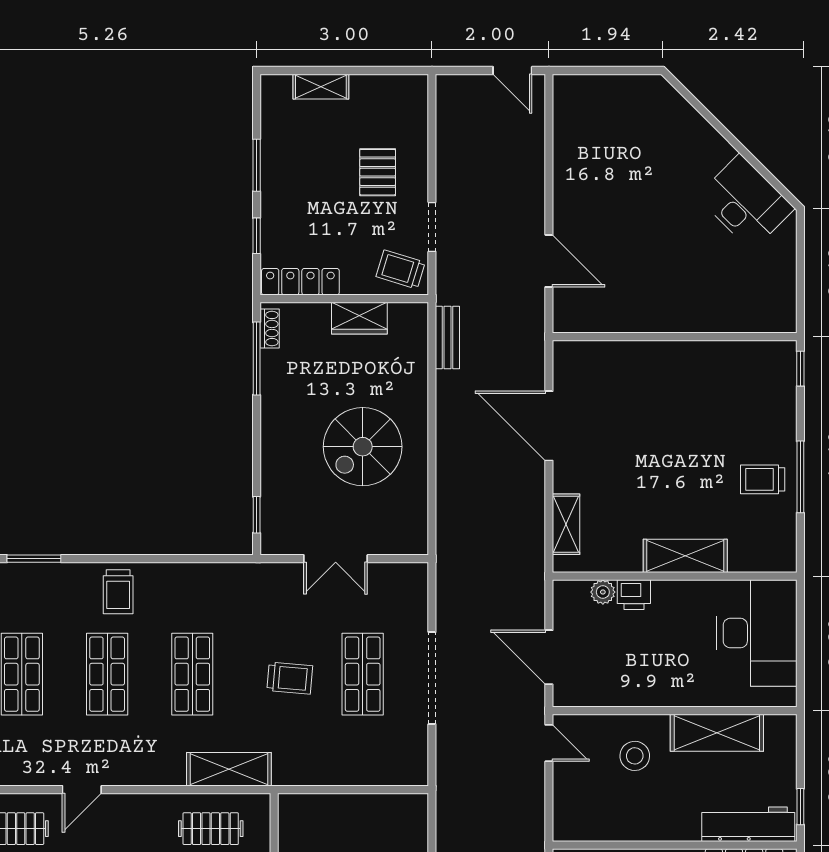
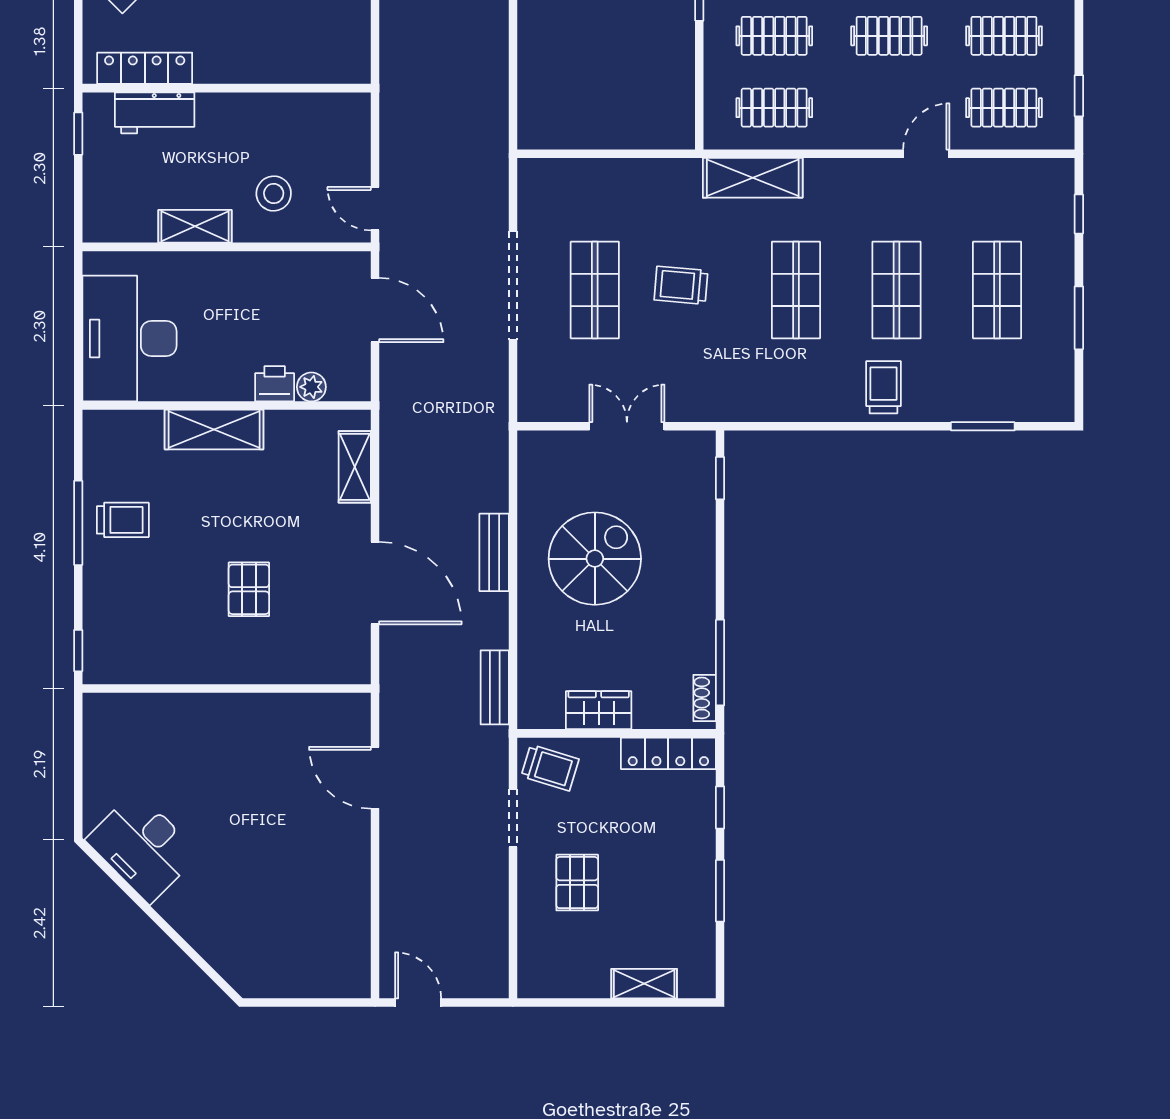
pallet: (656, 421) -> (249, 589), added
bench: (448, 452) -> (494, 552), added
shelving: (717, 733) -> (195, 226), width x0.67, depth x0.75
workbench: (748, 824) -> (155, 113), width x0.73

